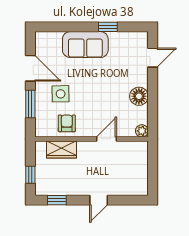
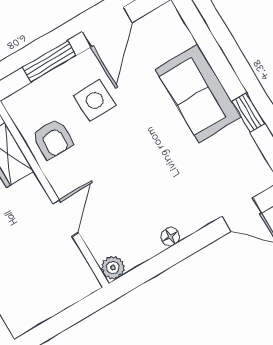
floor lamp: (139, 96) -> (170, 237), width x0.53, depth x0.53
armchair: (67, 123) -> (53, 139), turned 90
door: (106, 139) -> (66, 218), hinge flipped

